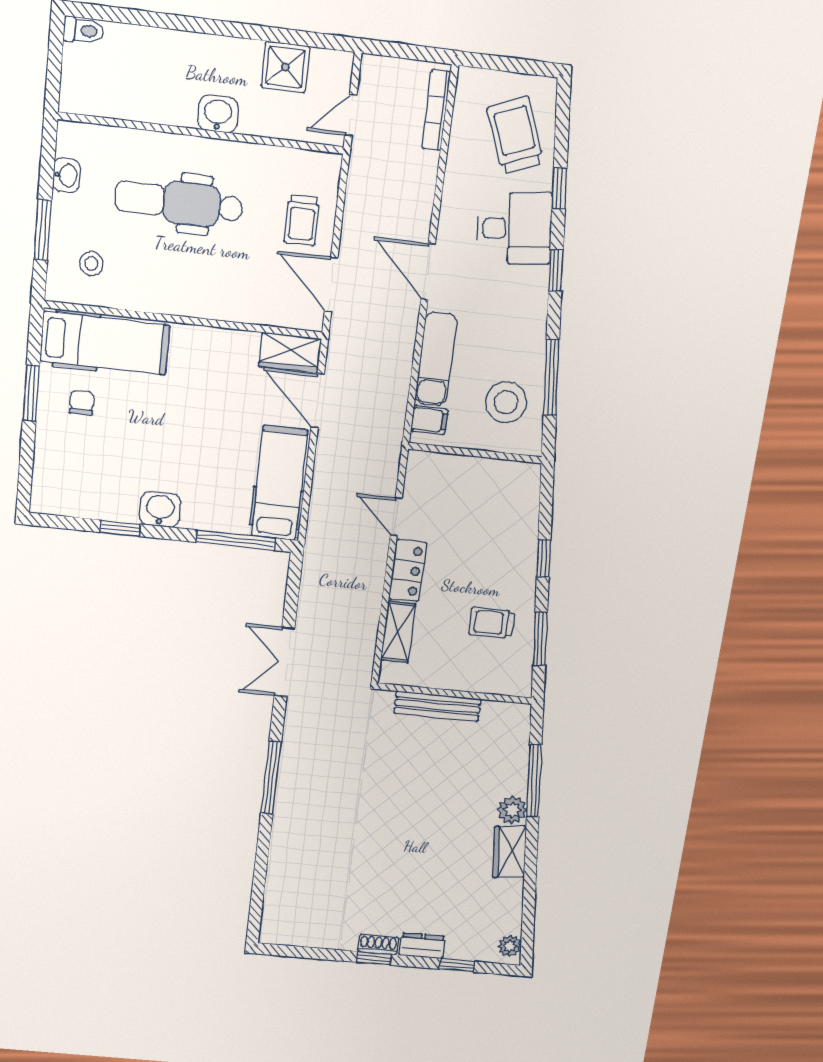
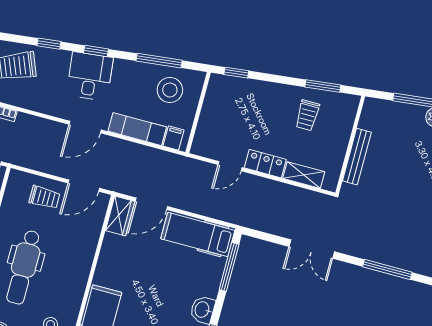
desk: (514, 228) -> (90, 76), moved
window: (544, 559) -> (236, 73), moved

